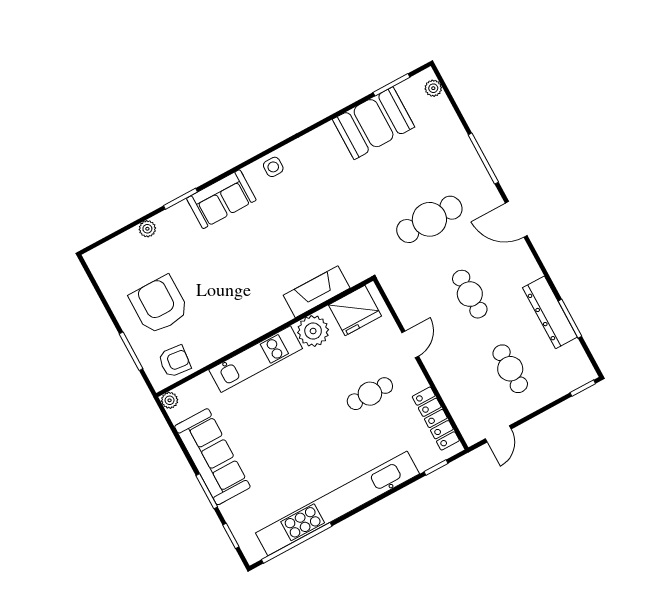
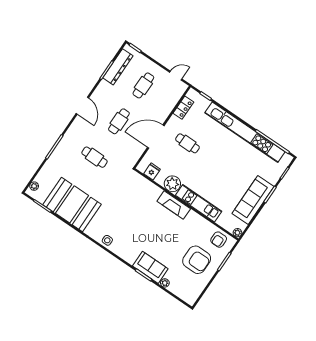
booth: (374, 123) -> (72, 204), width x1.36, depth x1.42
sofa: (221, 199) -> (150, 267), moved
cafe table: (429, 219) -> (94, 157), width x0.73, depth x0.74
door: (516, 219) -> (82, 106), moved
fireplace: (317, 292) -> (174, 205), moved
armchair: (159, 305) -> (197, 260), turned -90
fridge: (355, 311) -> (152, 171), width x0.53, depth x0.75
dresser: (550, 312) -> (118, 67), moved
door: (410, 344) -> (156, 137), width x1.88
armchair: (175, 361) -> (219, 240), turned -96
locker: (436, 418) -> (183, 108), width x0.66

